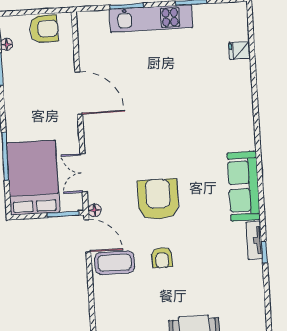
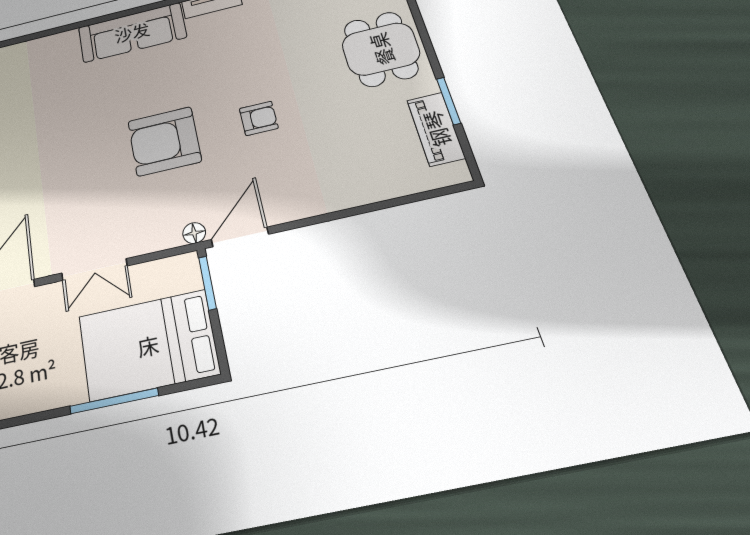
double door: (84, 173) -> (94, 270), moved
coffee table: (115, 263) -> (279, 187), removed

